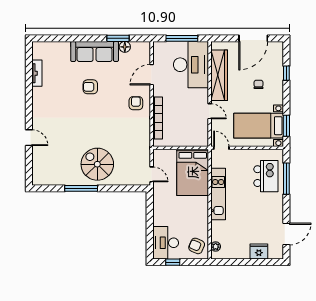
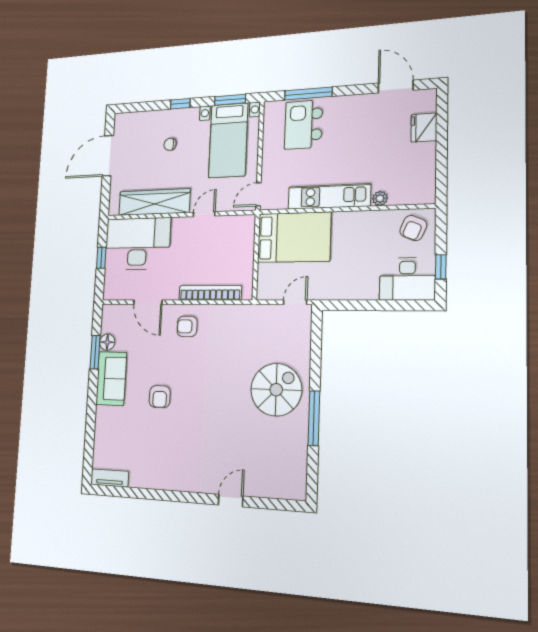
window: (182, 38) -> (101, 258), width x0.46
door: (253, 38) -> (108, 156), swing flipped
sofa: (95, 51) -> (111, 379), width x0.73
tv unit: (37, 73) -> (110, 478), moved
window: (286, 73) -> (180, 104), moved
spiral stairs: (97, 164) -> (276, 390), turned 180
kitchen island: (266, 176) -> (304, 125), turned -90
plant: (216, 247) -> (380, 198), moved

